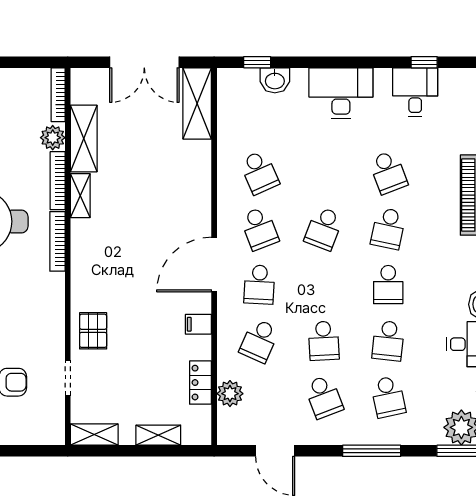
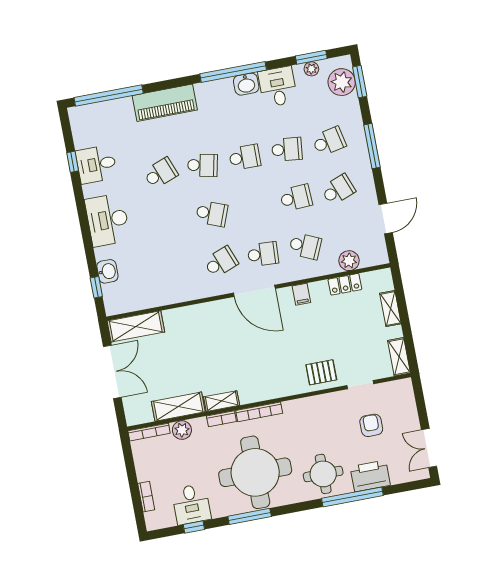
school desk: (259, 172) -> (179, 270), removed
bookcase: (58, 181) -> (221, 419), width x0.64

